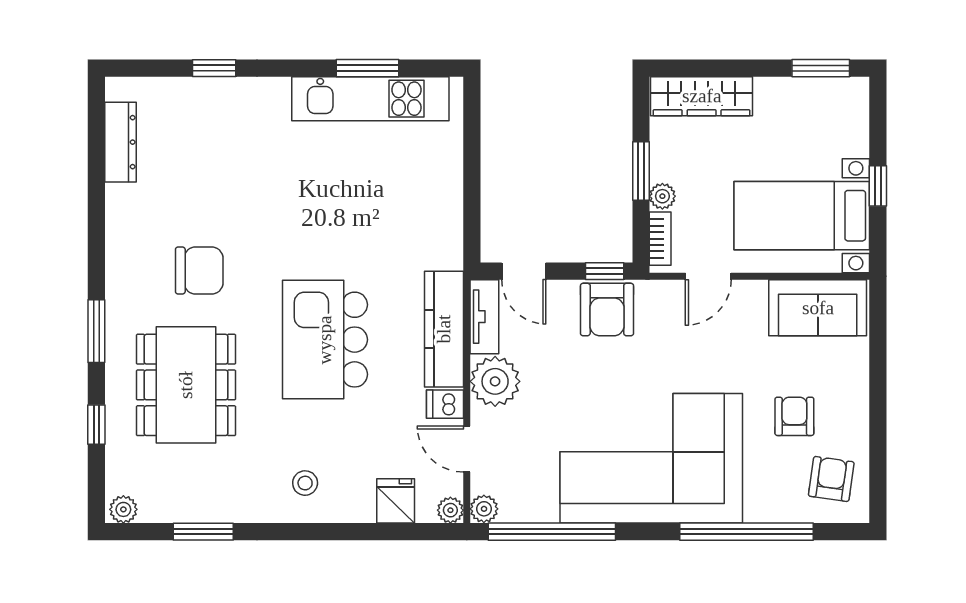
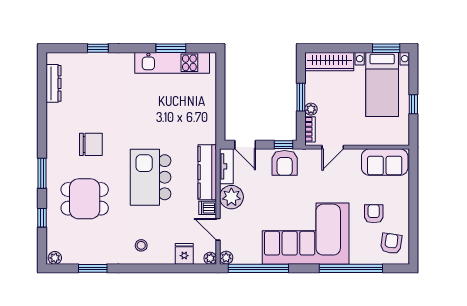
bed with nightstands: (802, 216) -> (382, 84), moved, turned -90
dining table: (186, 385) -> (85, 199), width x0.73

